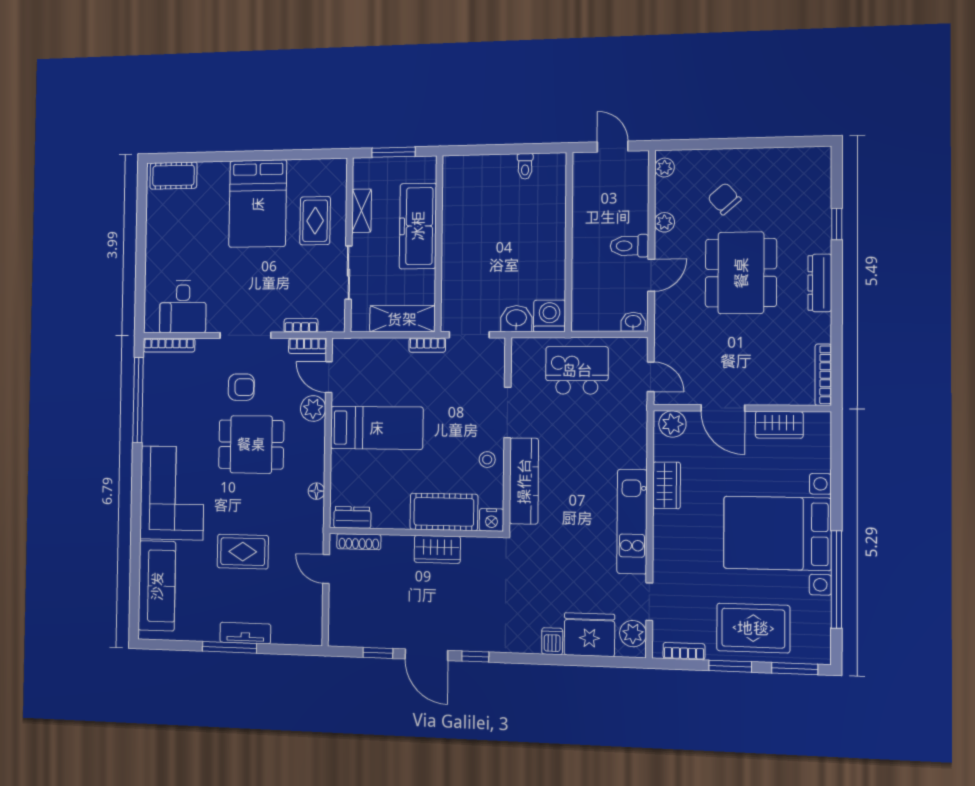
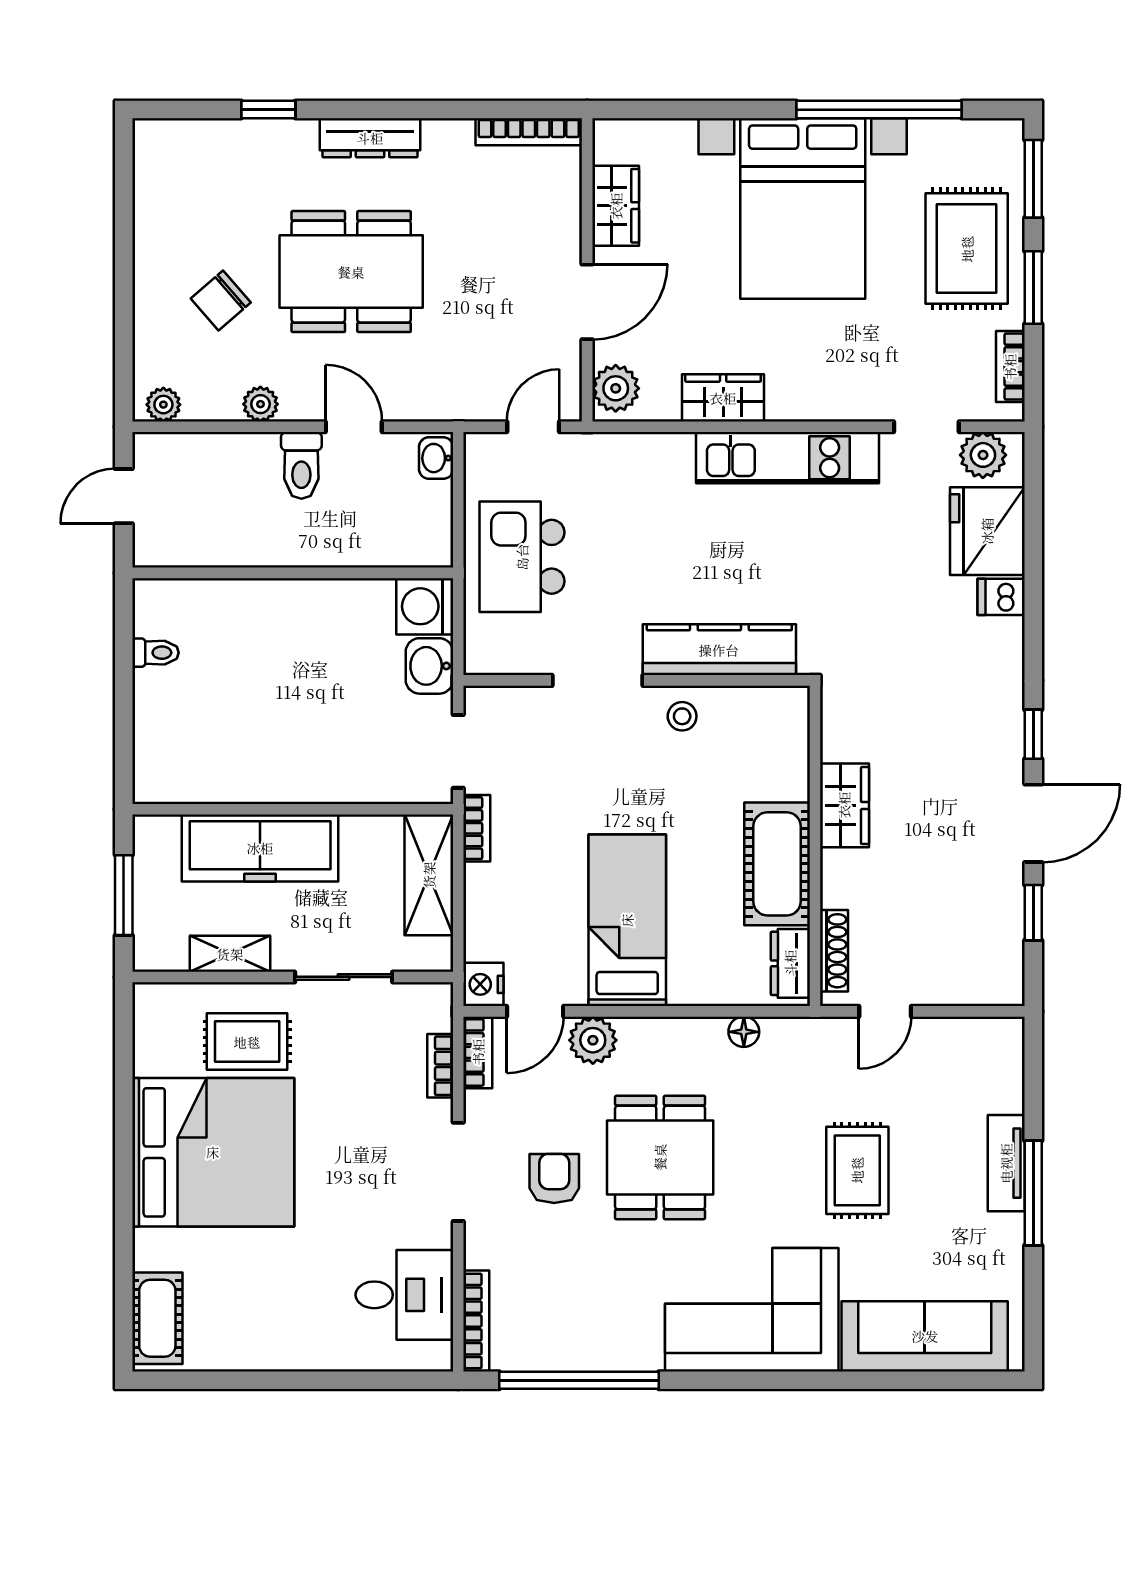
bed: (258, 204) -> (213, 1152), width x1.36
cot: (444, 512) -> (777, 864), moved
nightstand: (492, 520) -> (483, 984), moved, turned 180

